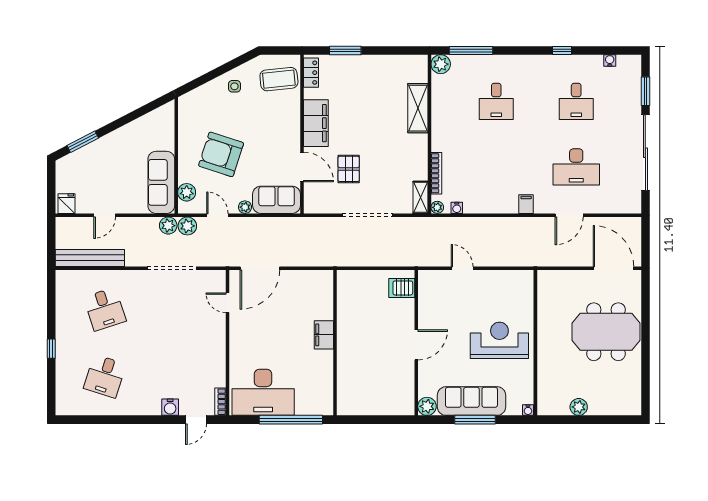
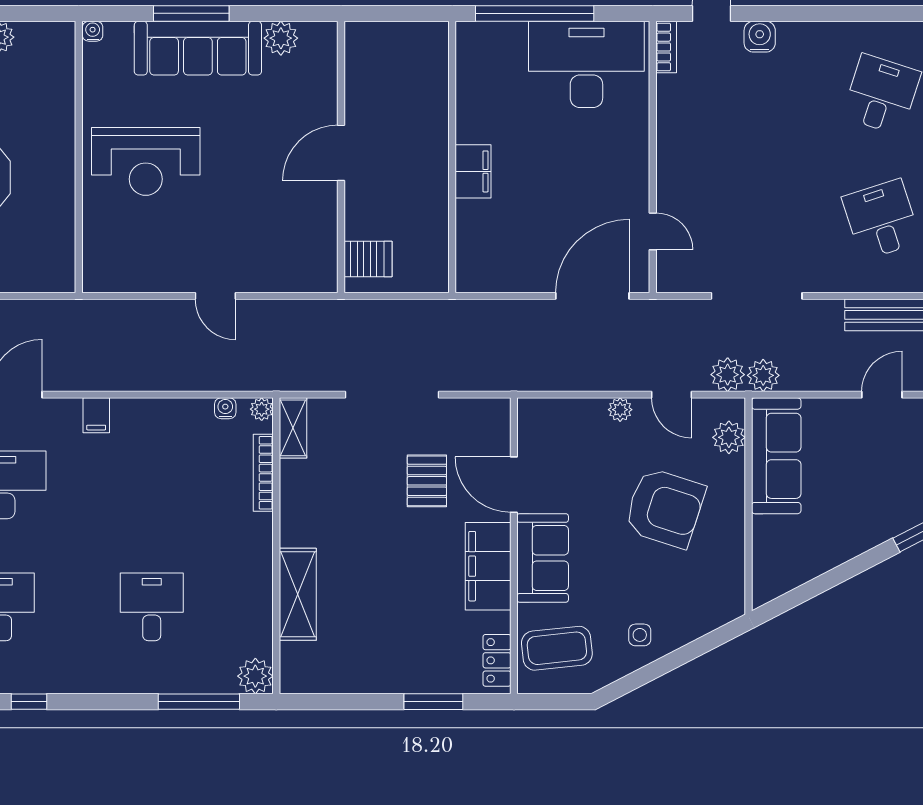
sofa: (277, 200) -> (543, 558), moved, turned -90
server rack: (402, 288) -> (368, 259), moved
wall: (416, 343) -> (341, 157), moved
door: (416, 345) -> (341, 153), moved

